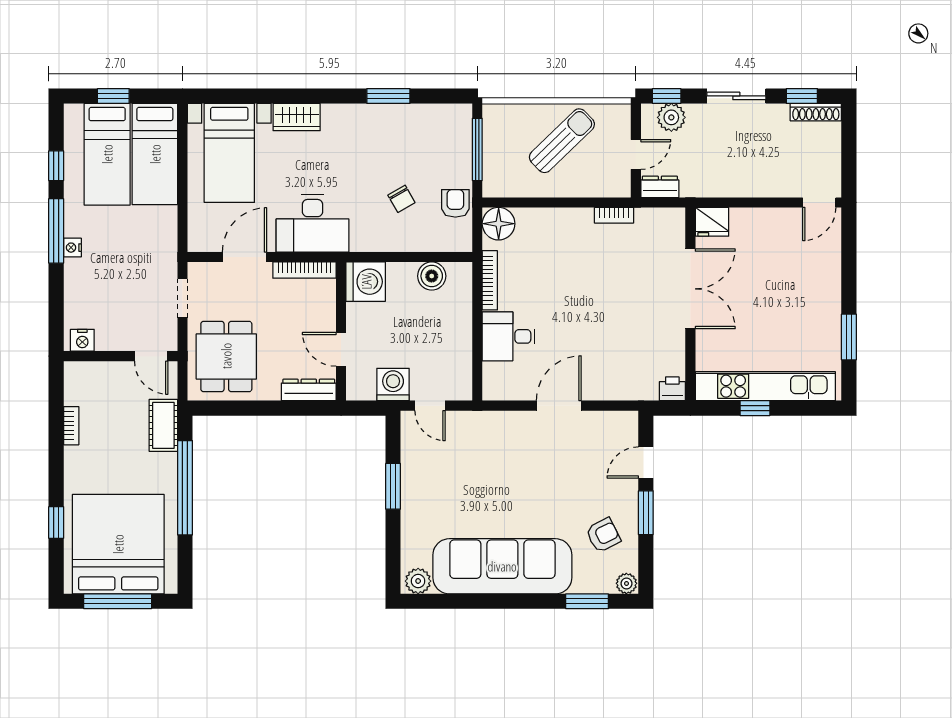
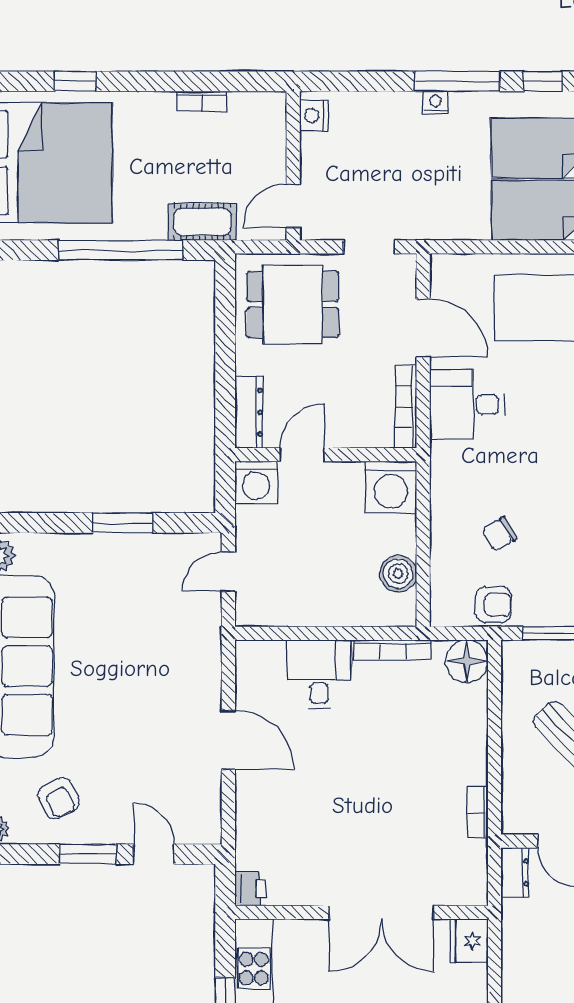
desk: (313, 223) -> (467, 404), width x0.73
washing machine: (393, 384) -> (256, 482), moved, turned 90

